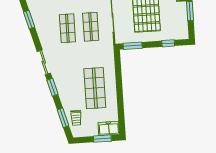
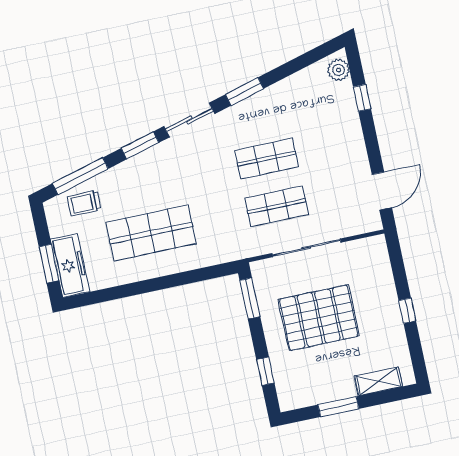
window: (29, 20) -> (245, 92), moved
window: (63, 118) -> (80, 176), width x1.44
freezer: (109, 128) -> (70, 265), width x1.40

